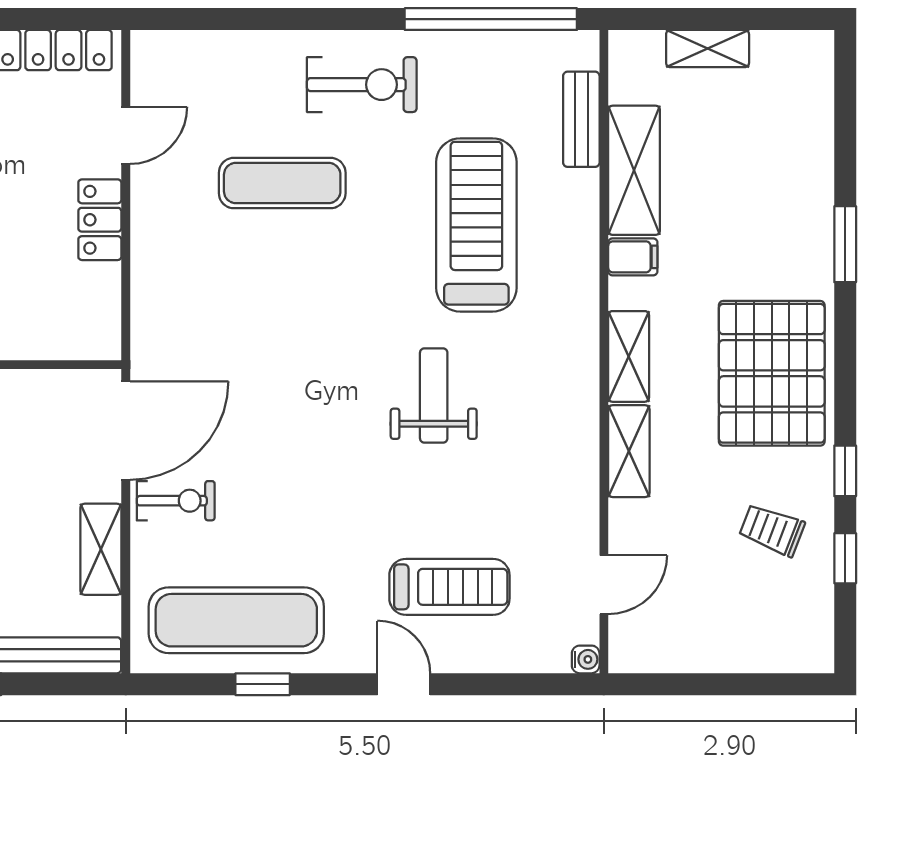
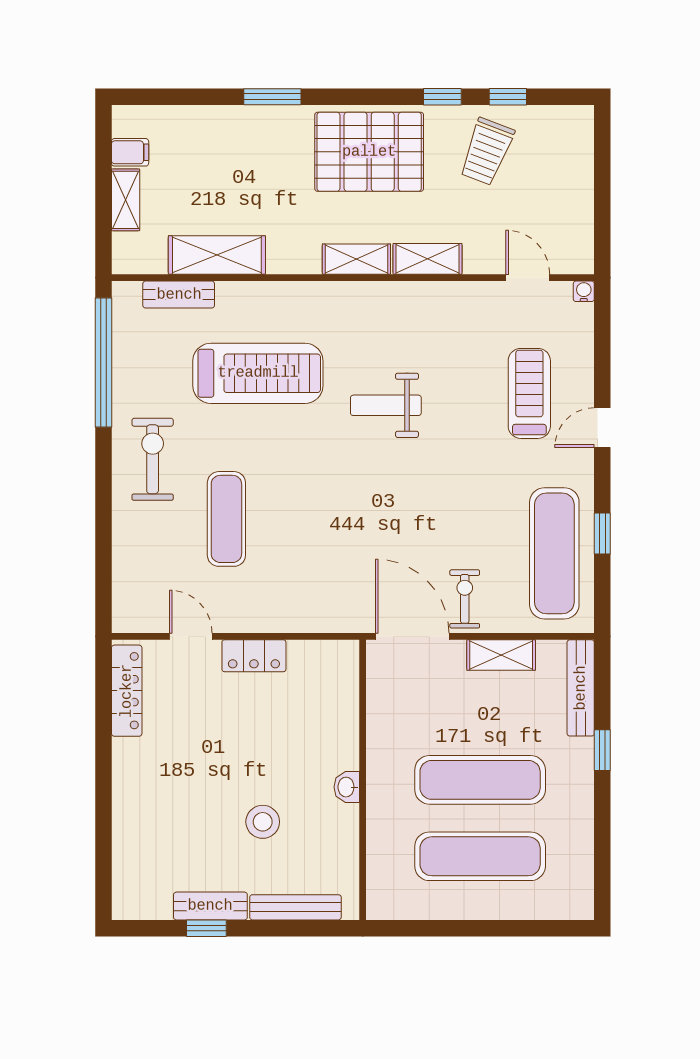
treadmill: (476, 225) -> (258, 373), turned 180
filing cabinet: (633, 257) -> (130, 152), moved, turned 90
trolley: (772, 530) -> (487, 152), width x1.36, depth x1.39

